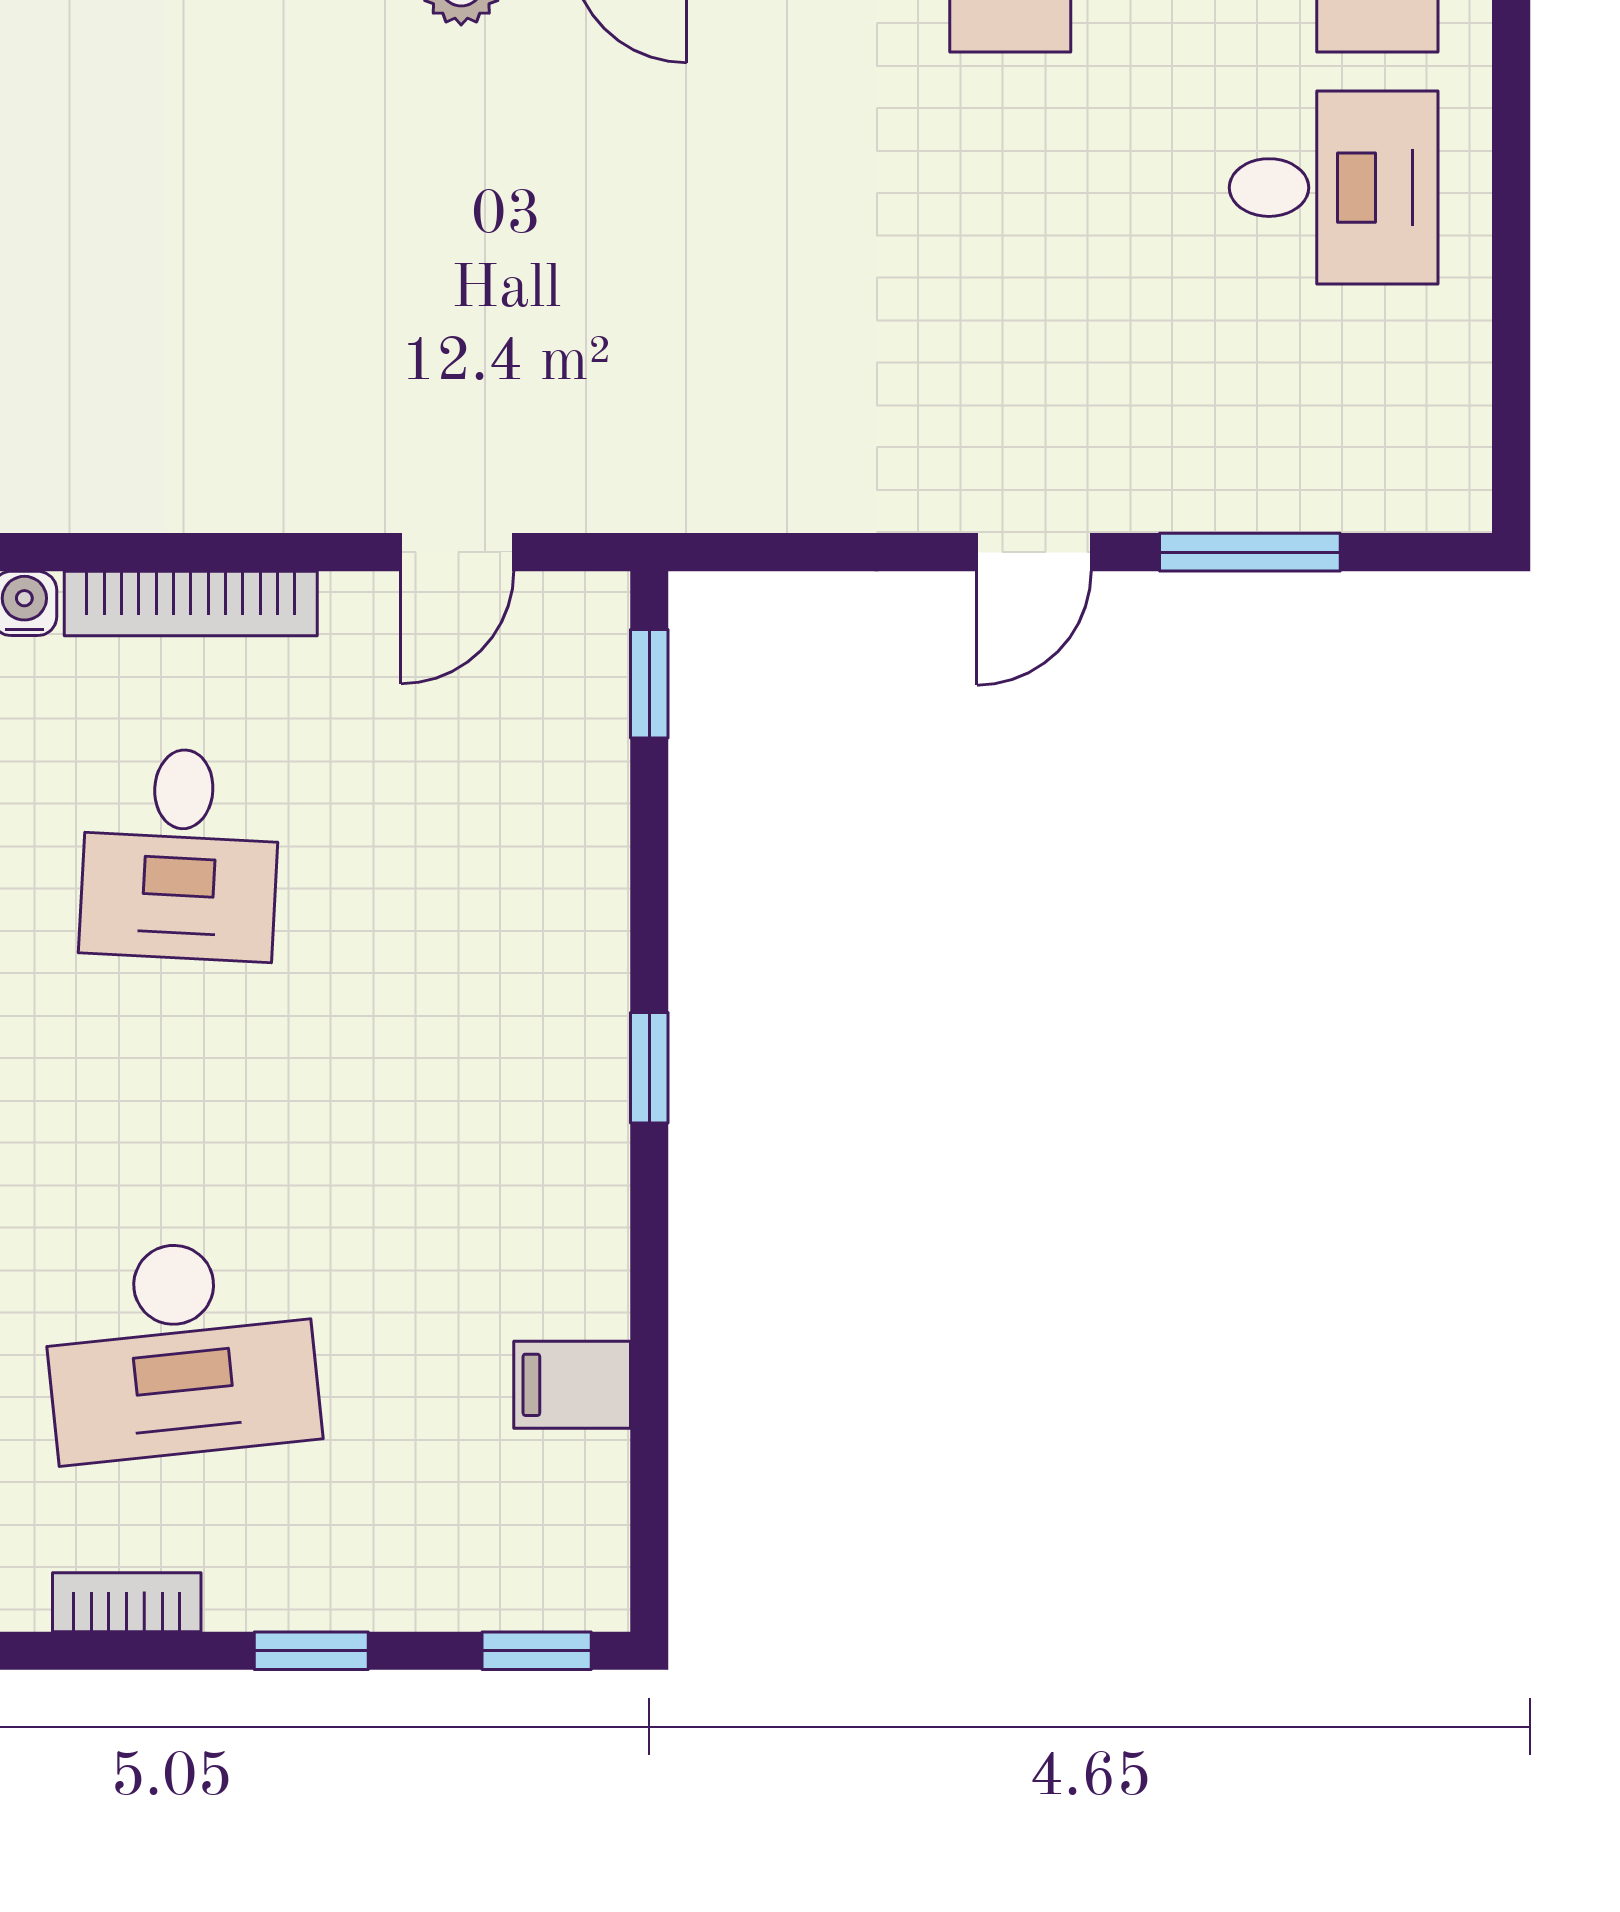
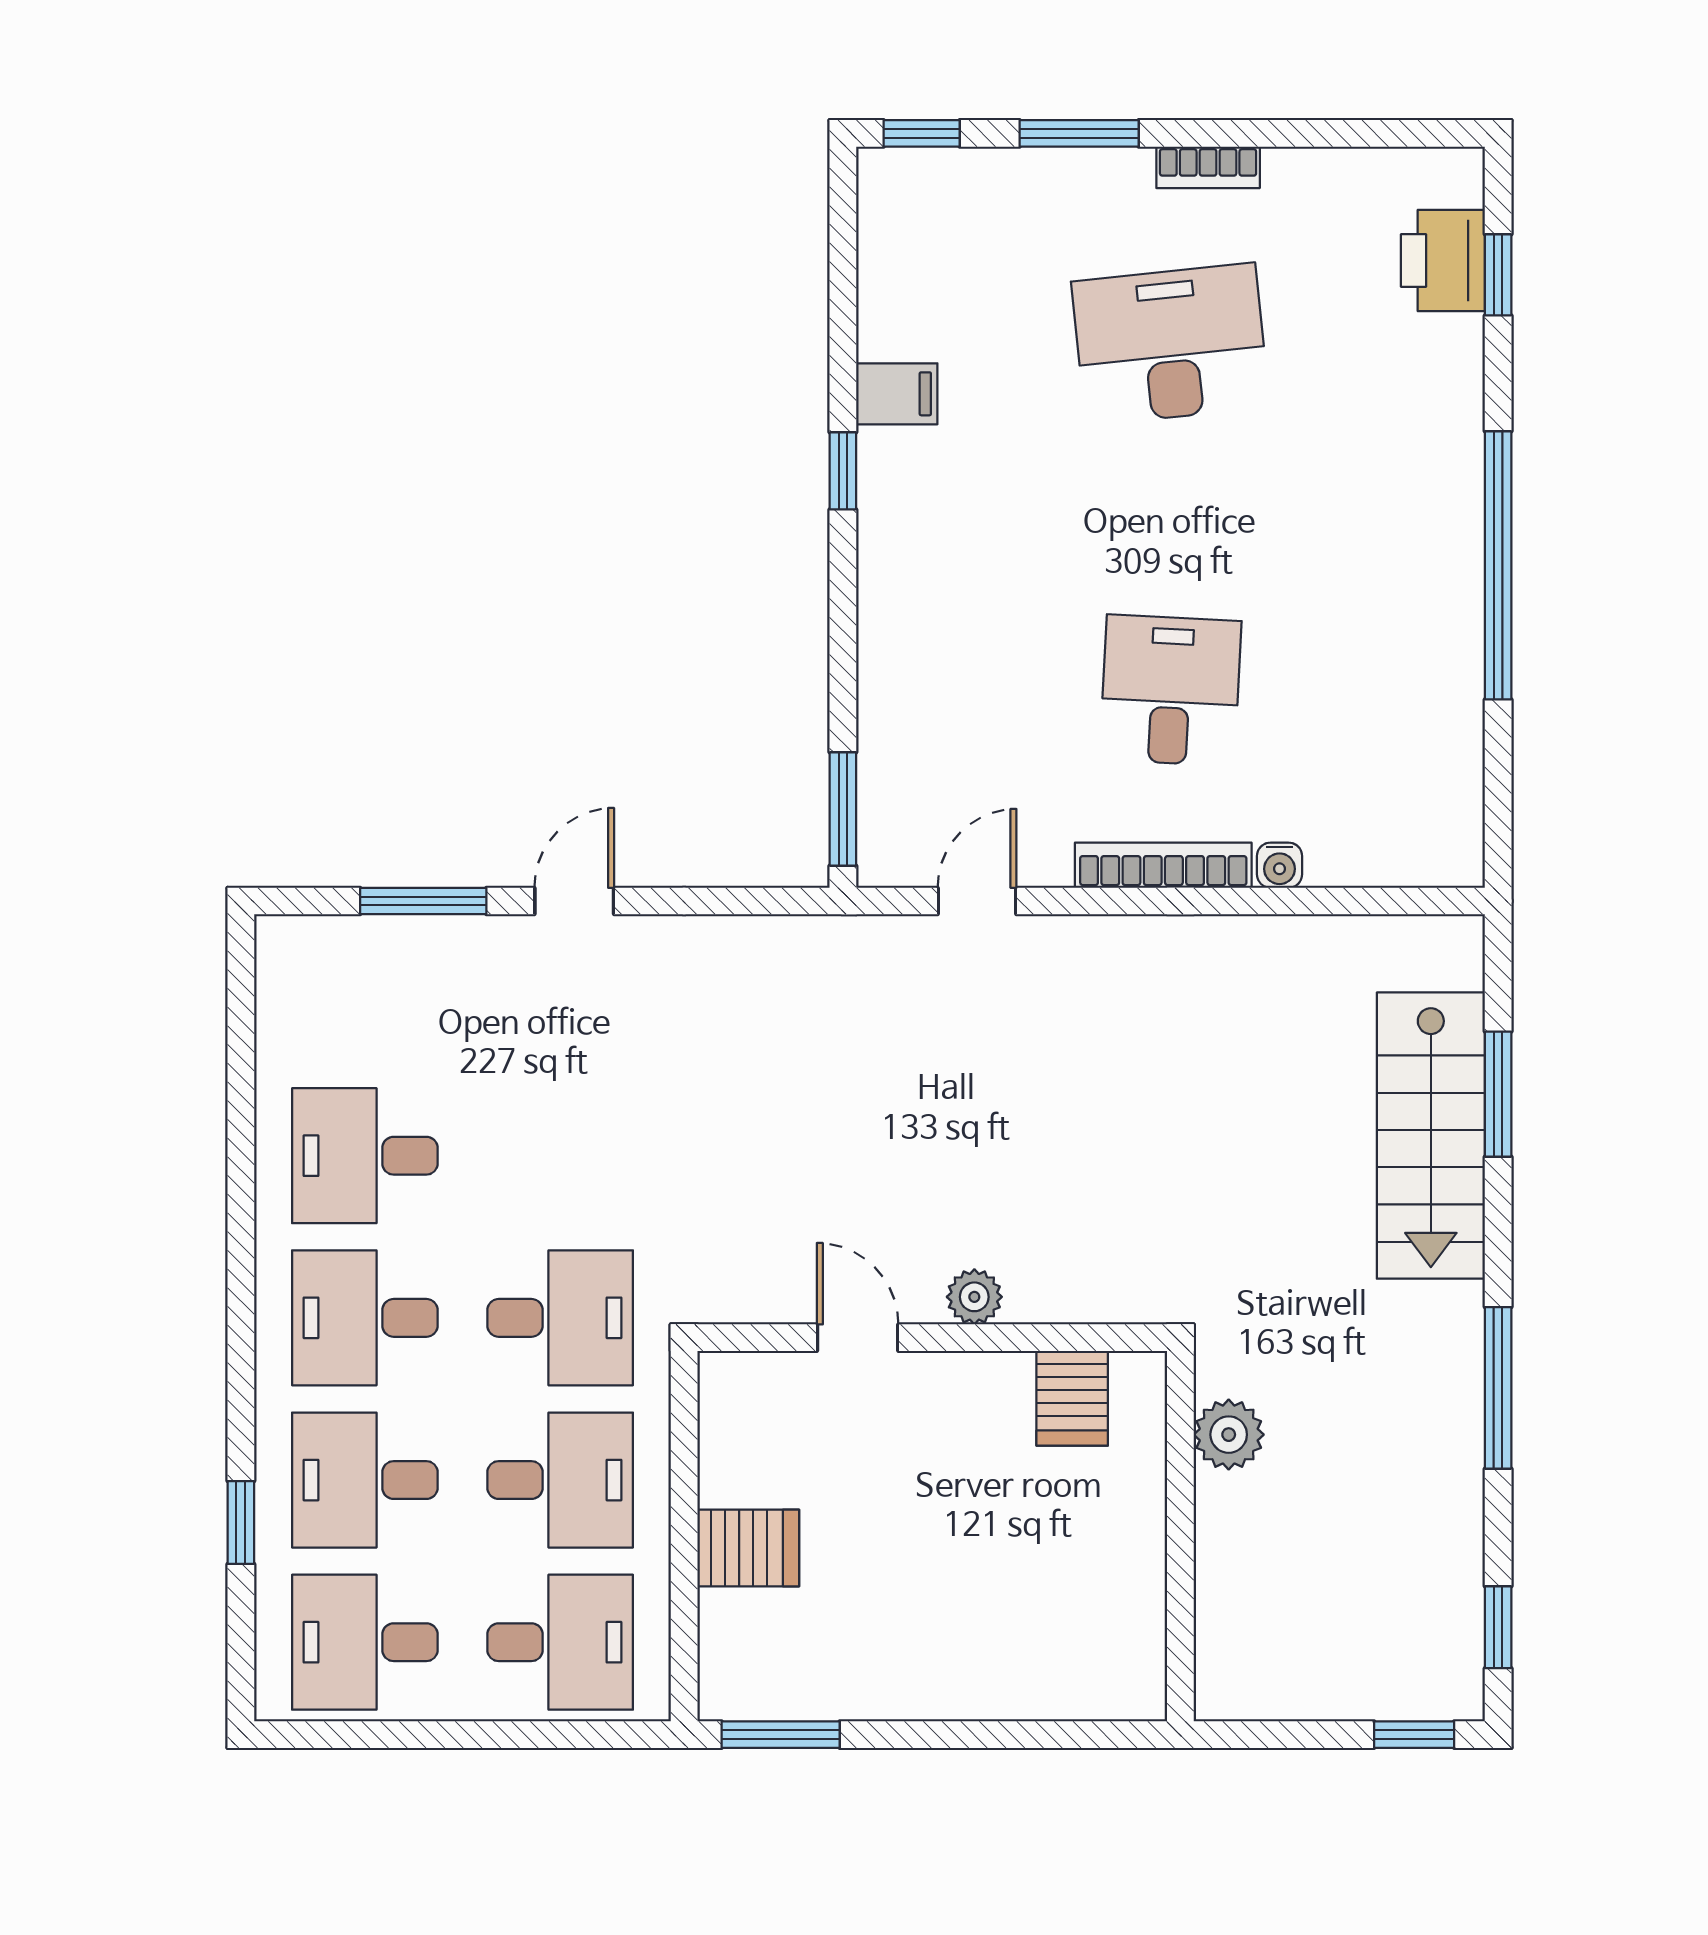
window: (649, 684) -> (843, 809), width x1.50
window: (649, 1068) -> (843, 471), moved
filing cabinet: (572, 1385) -> (897, 394), moved
window: (311, 1651) -> (1079, 133), width x1.50

